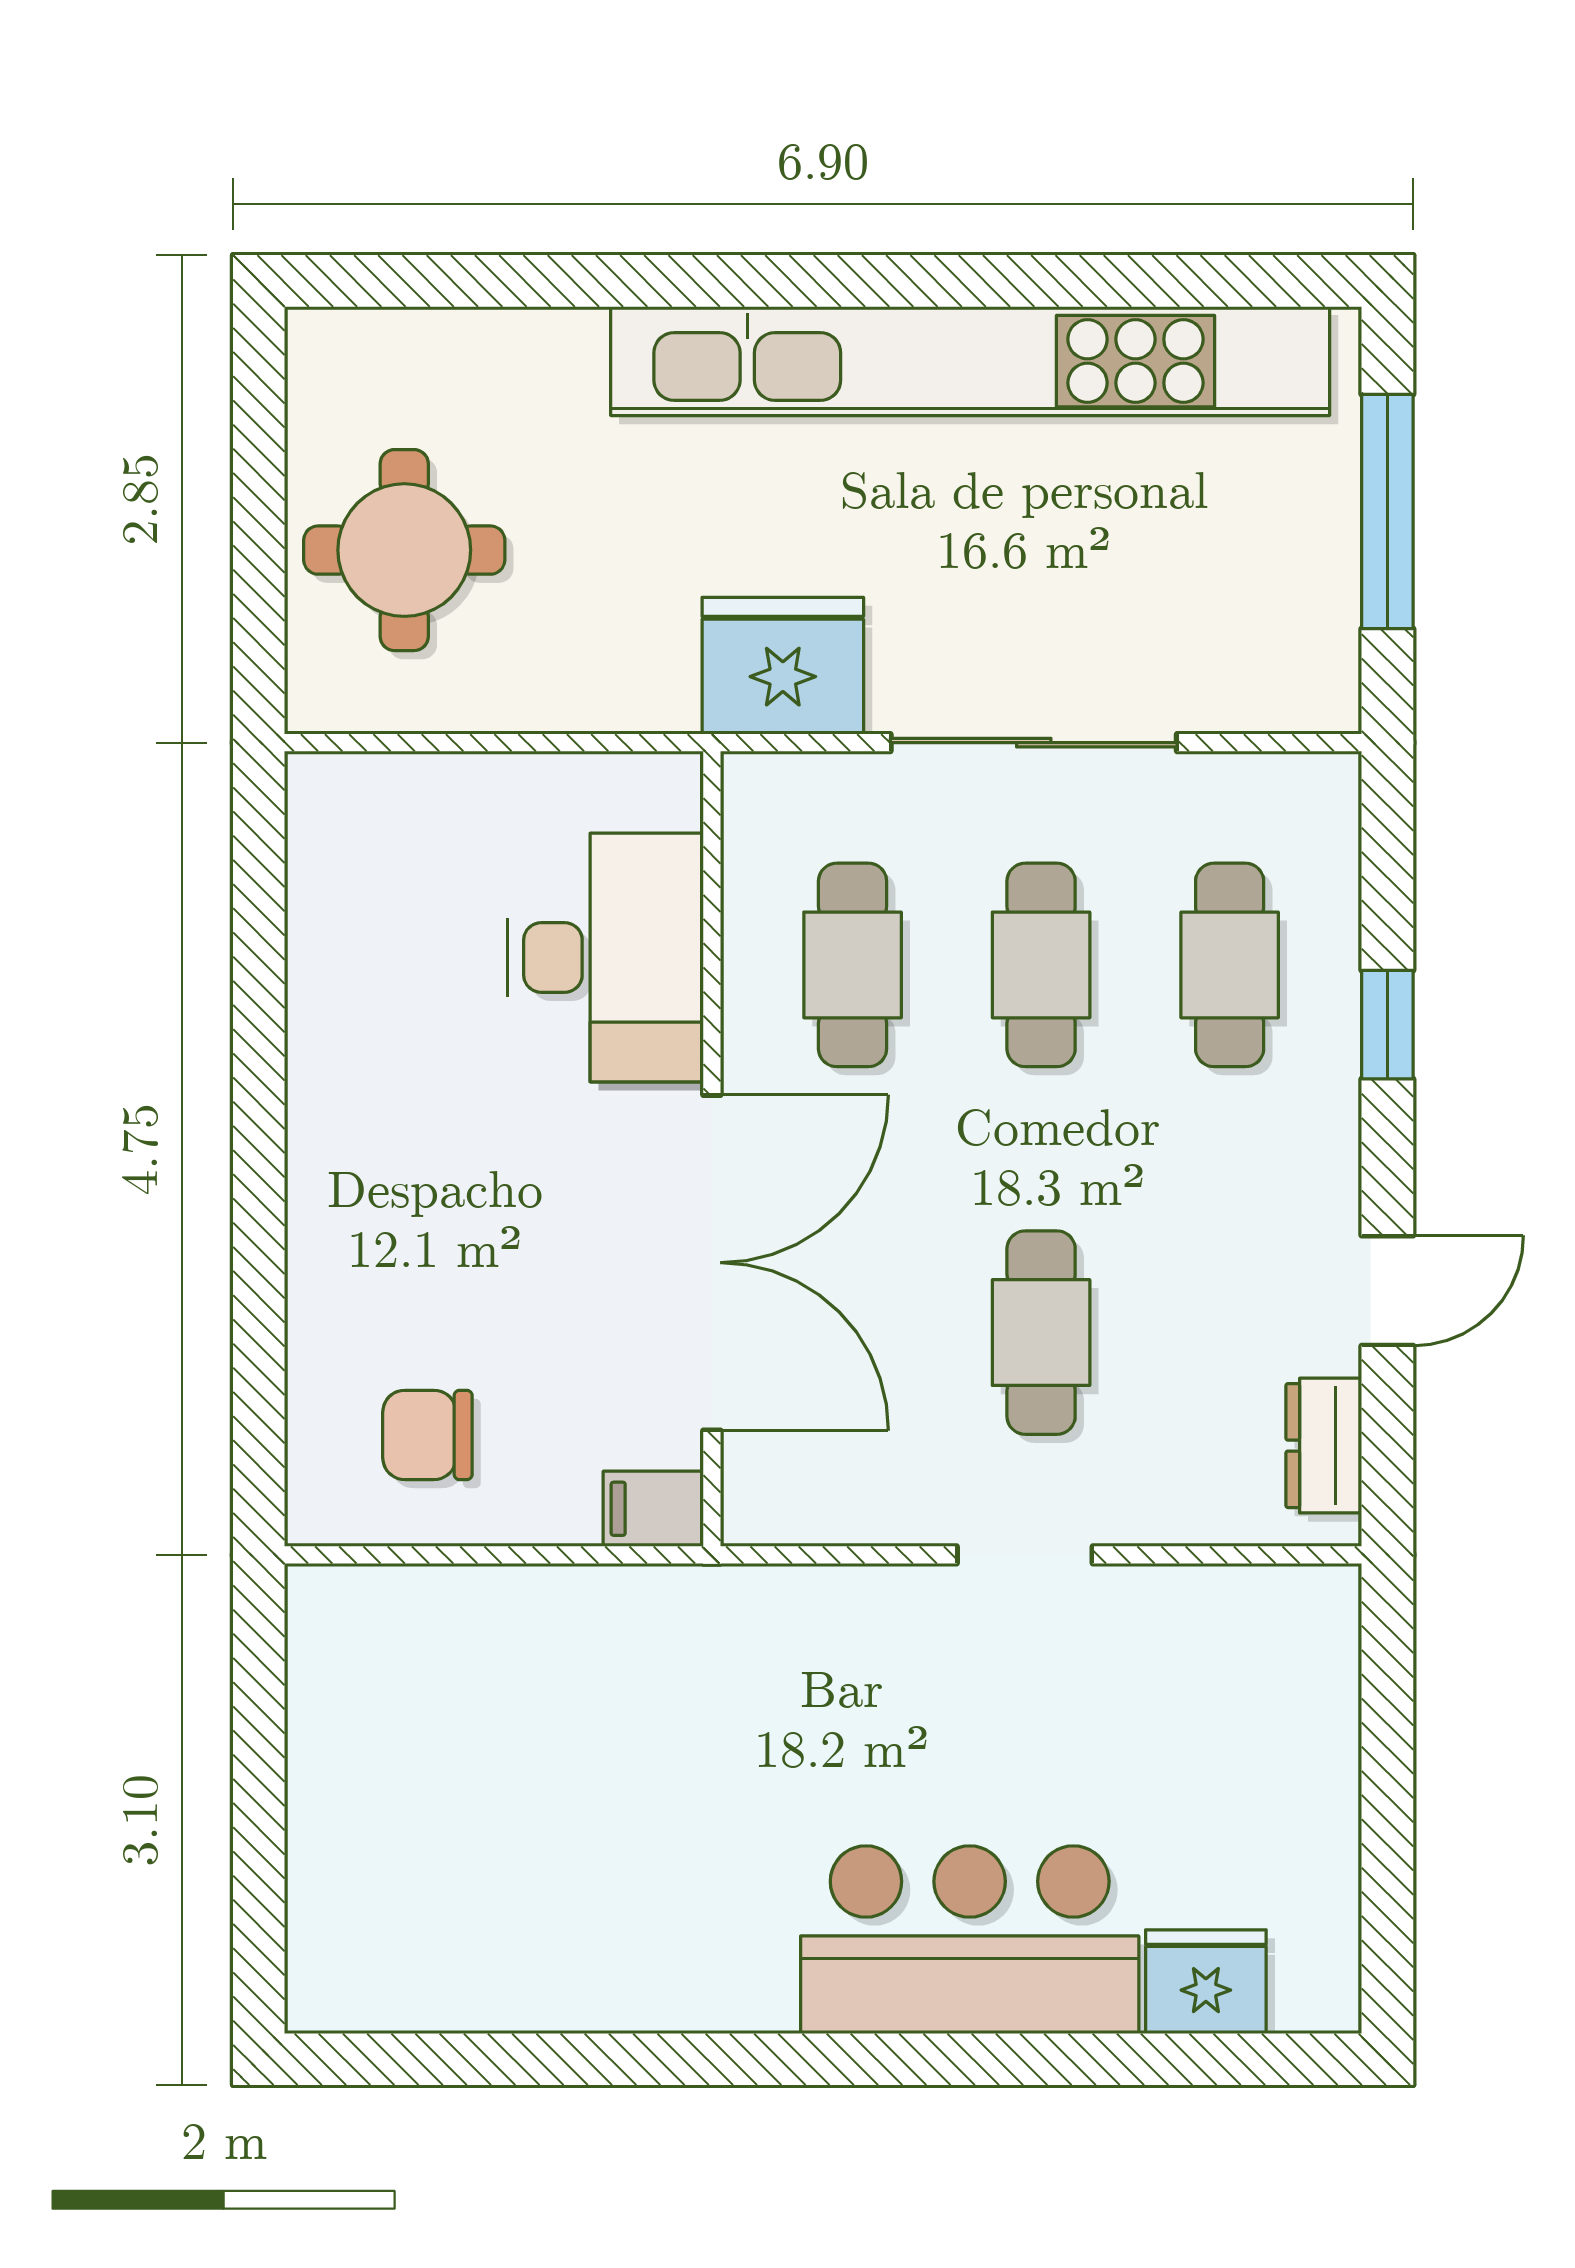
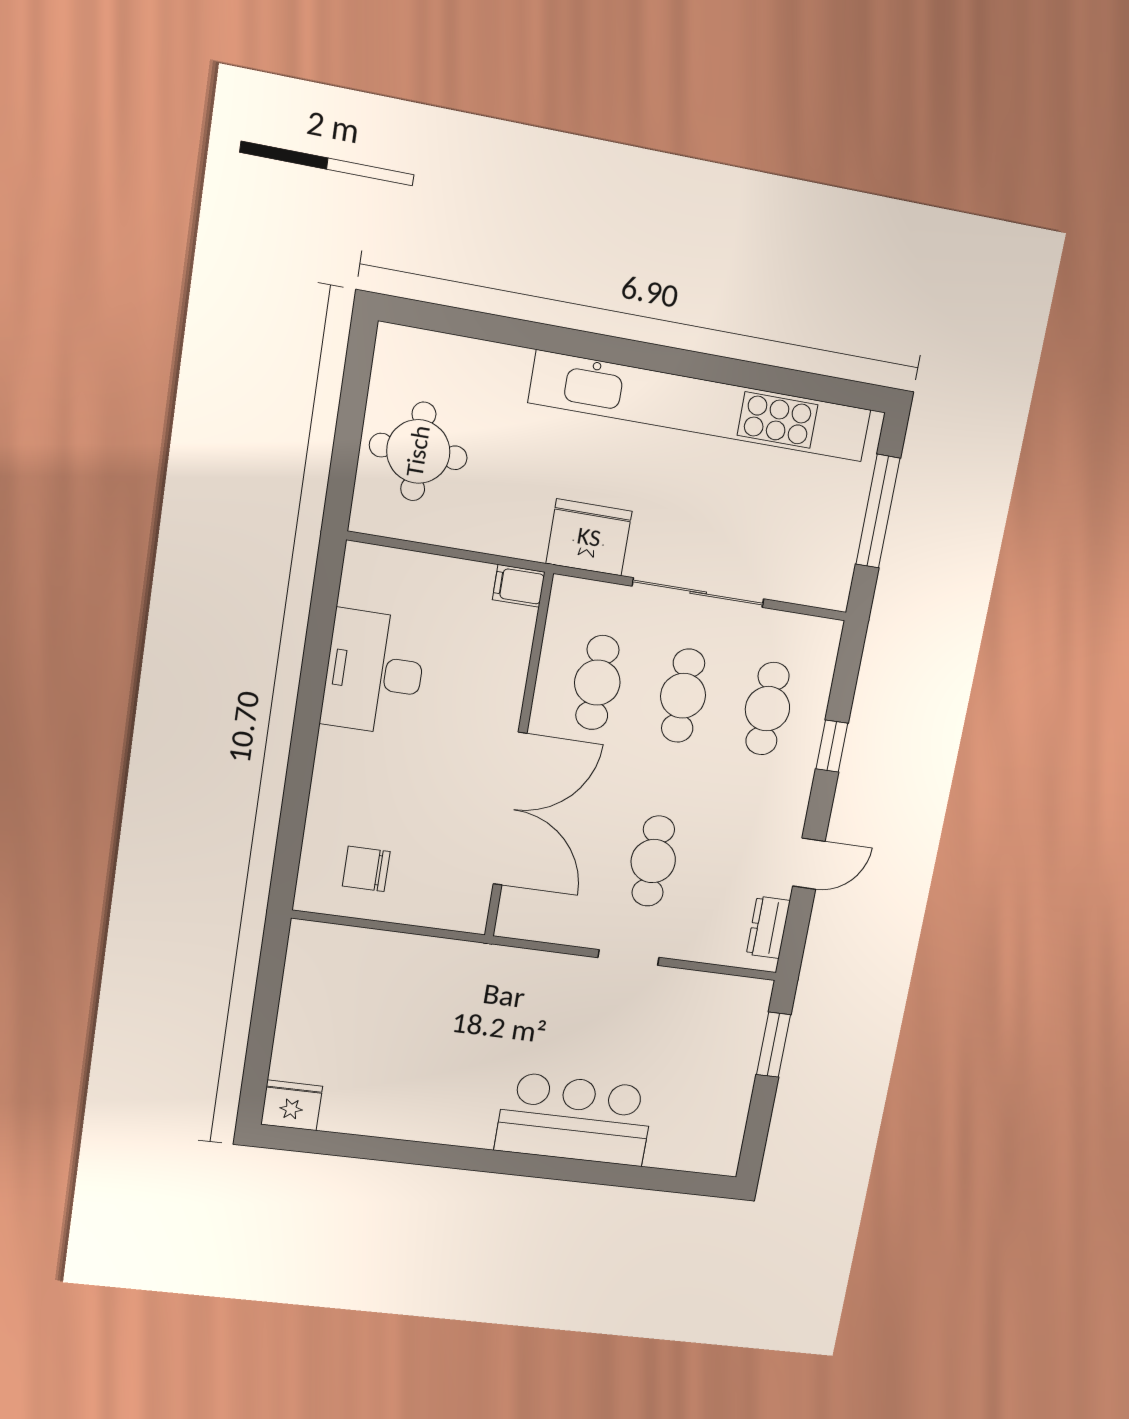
desk: (606, 957) -> (374, 672), moved, turned 180
filing cabinet: (653, 1509) -> (519, 586), moved
window: (1387, 1712) -> (773, 1045), added
fridge: (1206, 1982) -> (292, 1105), moved

